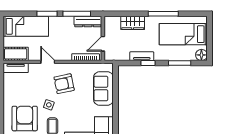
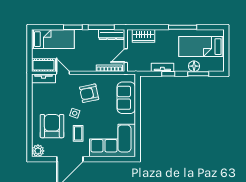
wardrobe: (133, 23) -> (143, 36), moved
floor lamp: (201, 55) -> (194, 66), moved
door: (48, 62) -> (63, 73), moved

